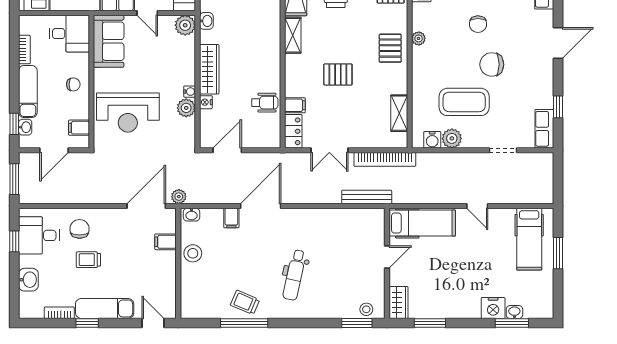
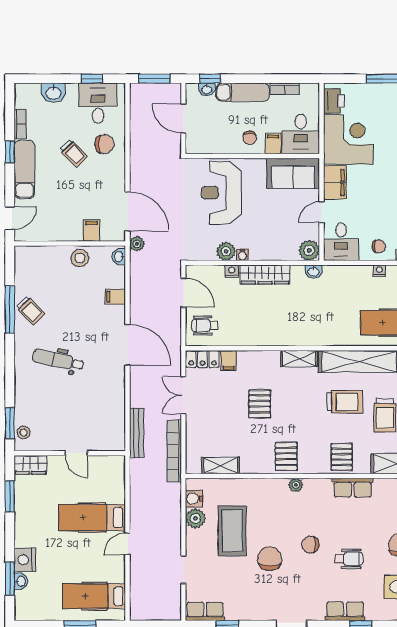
pallet: (390, 48) -> (286, 456), turned 90
wheelchair: (265, 103) -> (205, 325), moved, turned 90
filing cabinet: (79, 128) -> (273, 144), moved
door: (261, 206) -> (127, 345), moved
hospital bed: (422, 223) -> (92, 518), moved, turned 90
trolley: (88, 260) -> (73, 153), turned 136
trolley: (245, 302) -> (31, 310), turned 113

